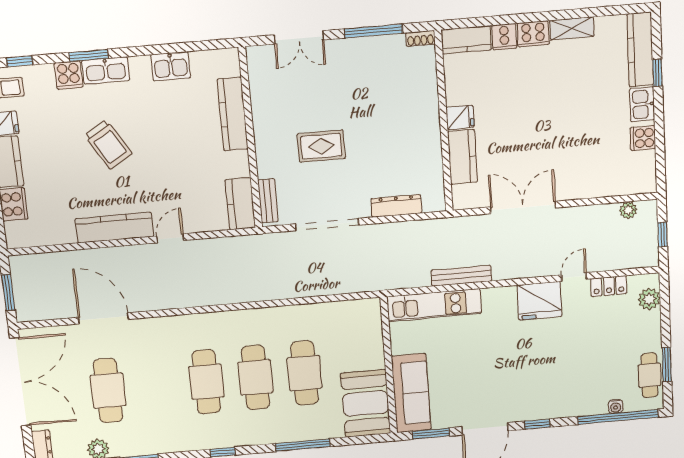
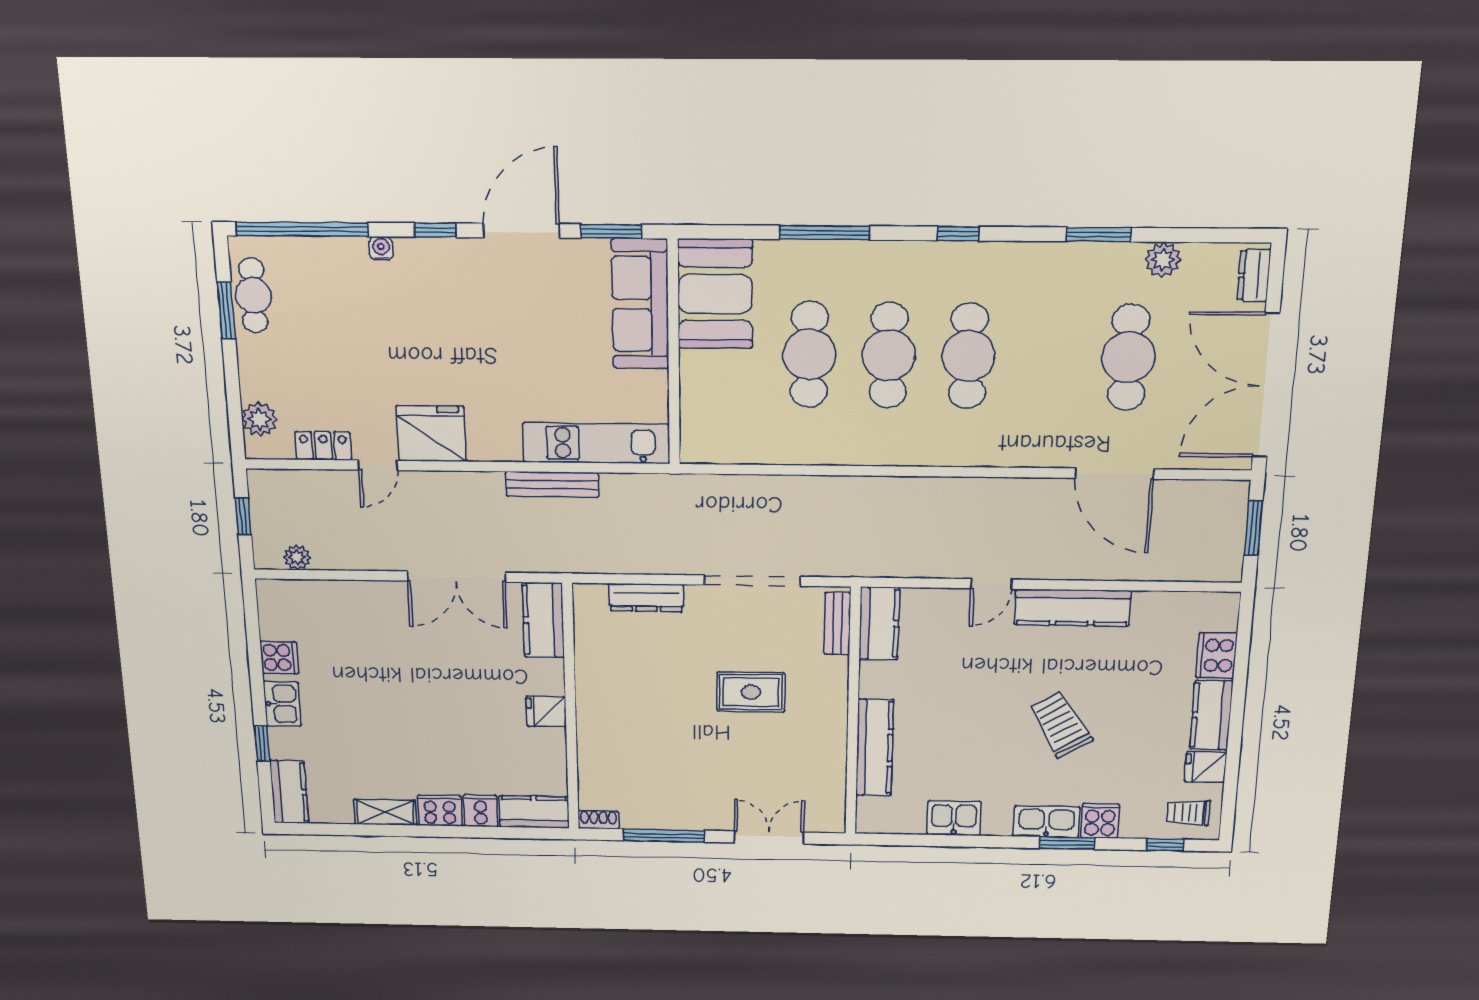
kitchen counter: (640, 50) -> (289, 792), width x0.67
kitchen counter: (462, 157) -> (543, 620), moved
water cooler: (616, 406) -> (381, 248), moved

